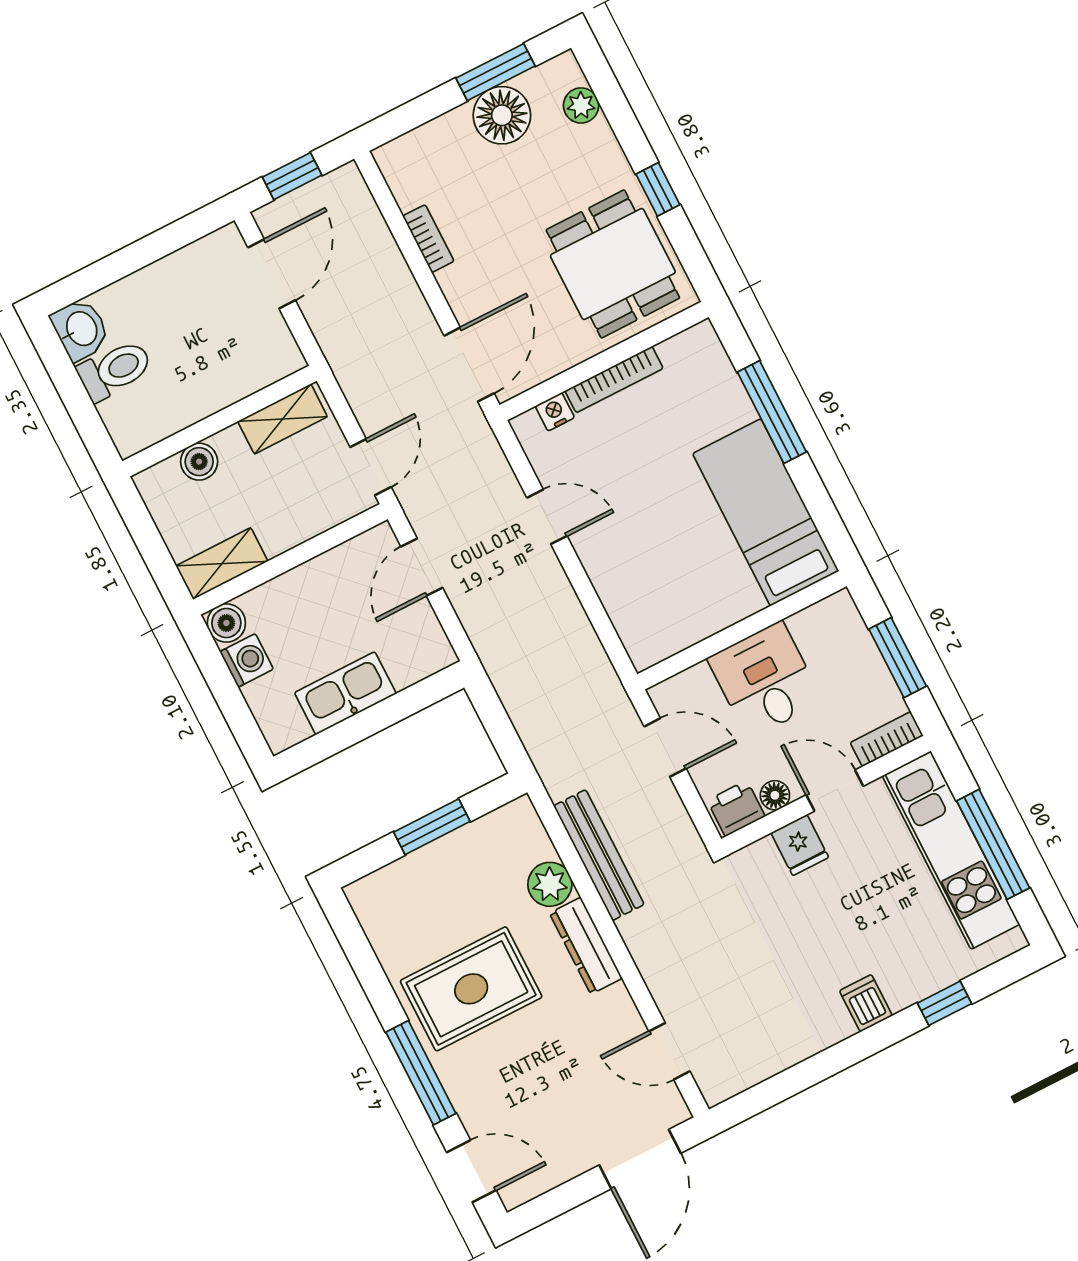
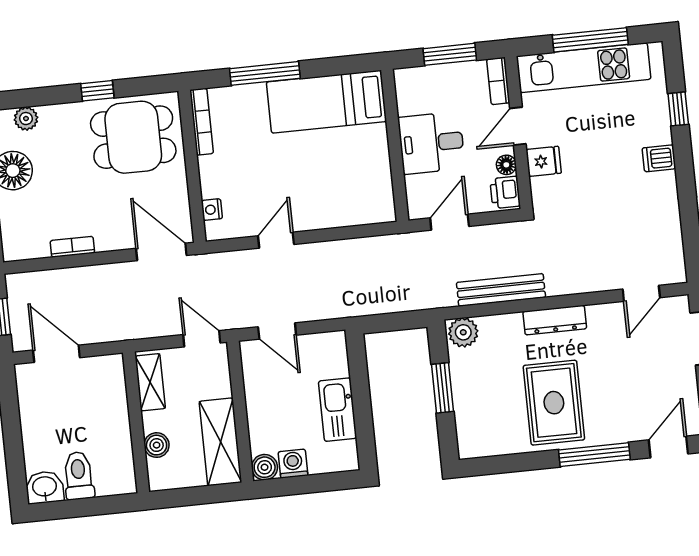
bookcase: (614, 379) -> (202, 122), moved
shelving: (222, 564) -> (220, 442), width x1.50, depth x1.33
plant: (550, 884) -> (463, 332), moved

